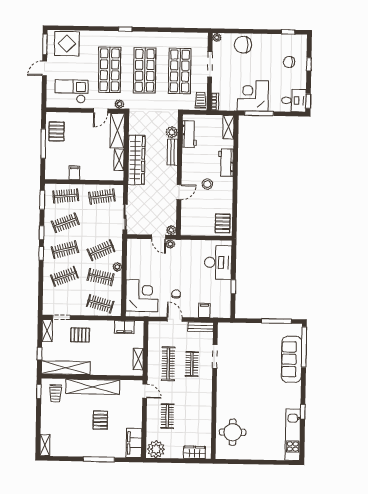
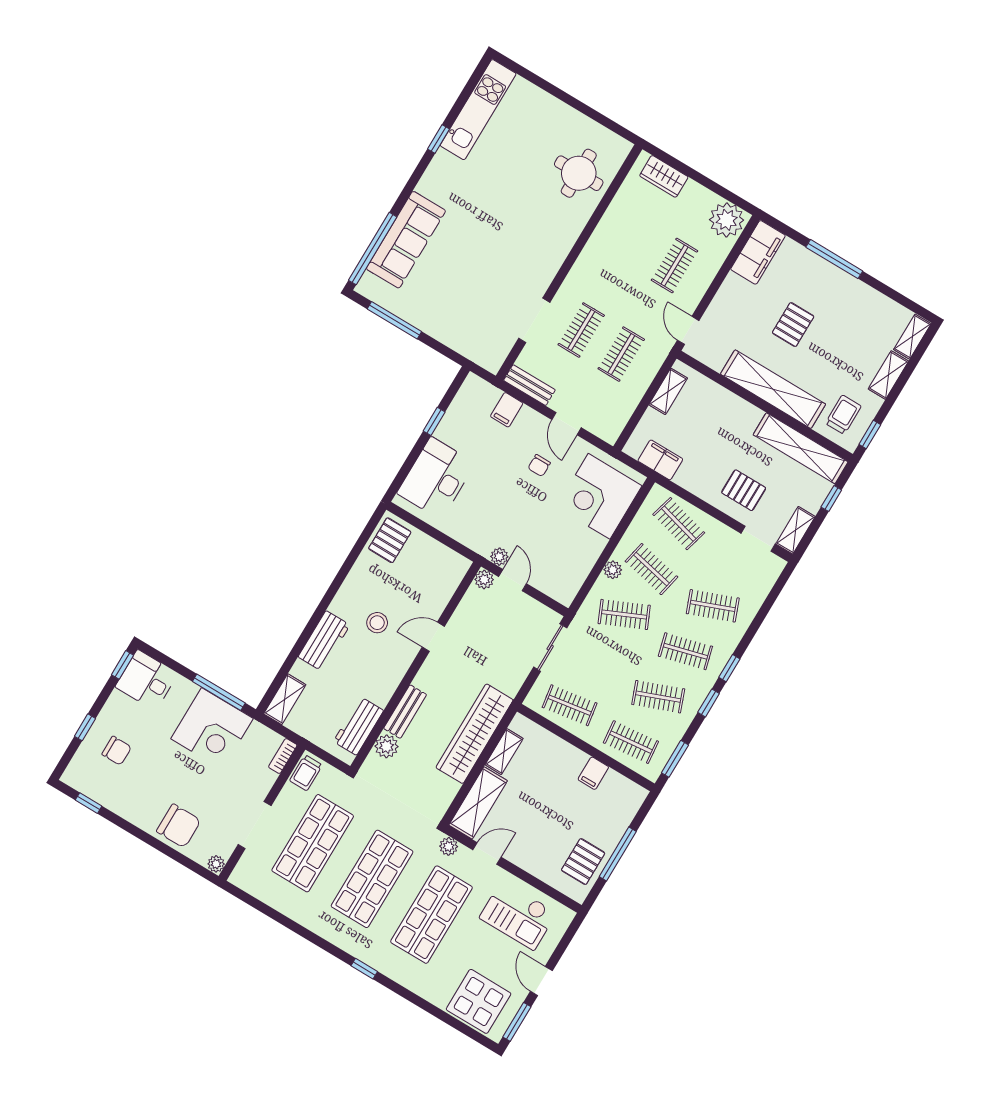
door: (44, 68) -> (541, 981), swing flipped
clothes rail: (168, 364) -> (621, 354), width x0.73
shelving: (46, 422) -> (888, 375), added

